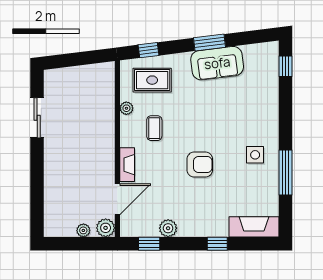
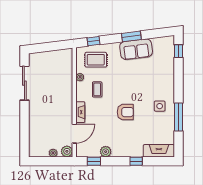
sliding door: (37, 118) -> (24, 83), width x1.37

